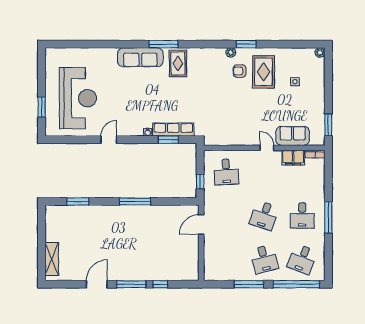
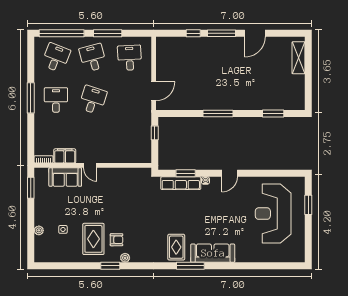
plant: (320, 53) -> (39, 230), moved
door: (109, 140) -> (230, 173), moved
desk: (226, 172) -> (130, 58), moved

